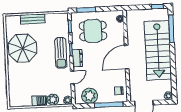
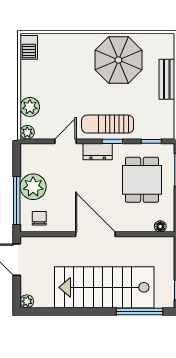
door: (72, 77) -> (66, 141), swing flipped
plant: (90, 96) -> (33, 187), moved
barbecue: (39, 101) -> (29, 47), moved

